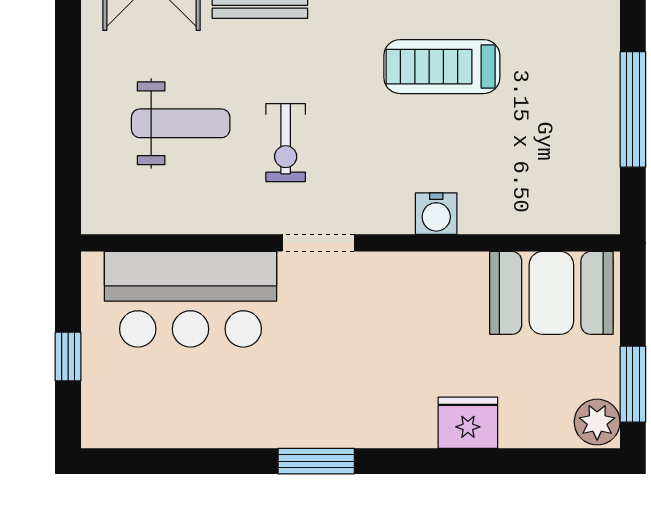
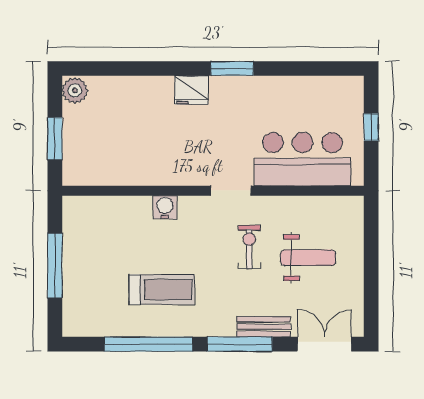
weight bench: (181, 123) -> (308, 258), turned 180
booth: (551, 293) -> (100, 163), removed
window: (633, 384) -> (55, 139), moved
fridge: (468, 423) -> (191, 90), moved

